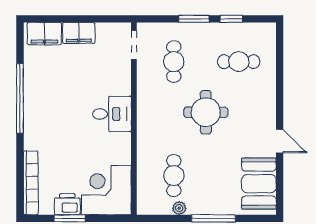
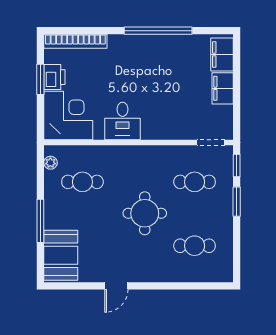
window: (231, 19) -> (237, 165), moved
cafe table: (239, 62) -> (195, 246), turned 90
desk: (112, 114) -> (122, 121), moved
booth: (259, 184) -> (61, 255), moved, turned 90
plant: (179, 208) -> (50, 163), moved

